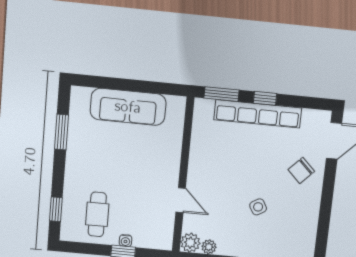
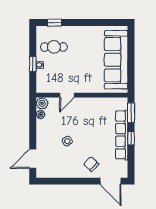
sofa: (128, 107) -> (116, 60), width x1.36, depth x1.27
window: (62, 132) -> (100, 23), removed

